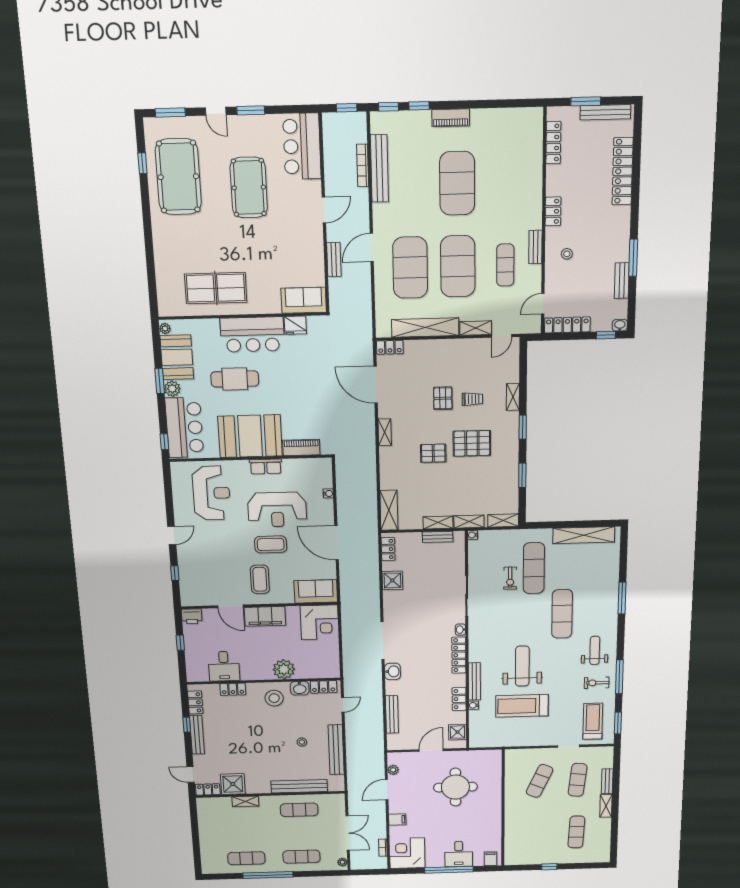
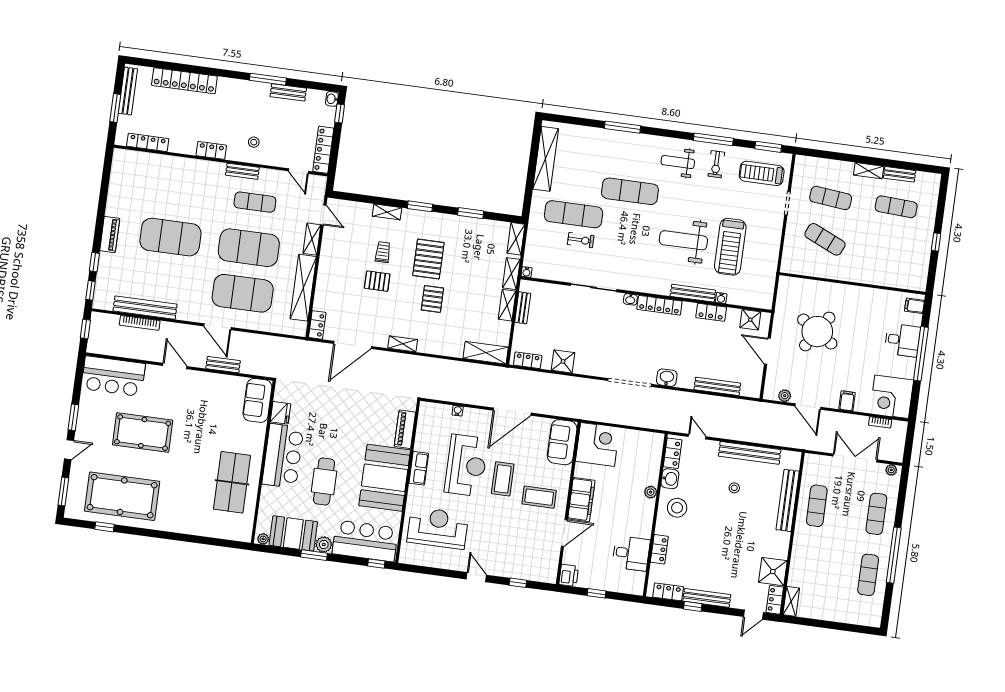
plant: (284, 669) -> (651, 492), width x0.53, depth x0.53
bench: (607, 781) -> (900, 174), moved
round table: (455, 787) -> (817, 332), turned 33
shelving: (245, 801) -> (791, 601), moved

